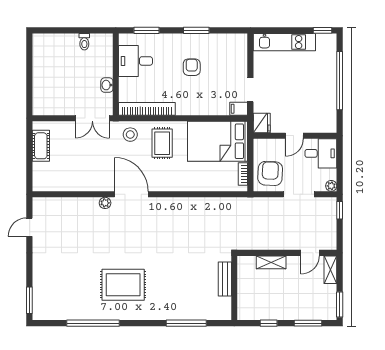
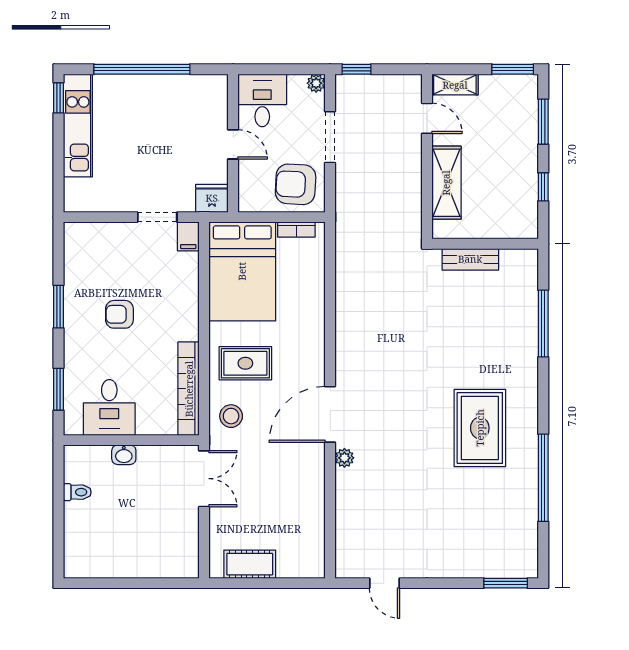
kitchen unit: (284, 42) -> (78, 126), moved
washbasin: (107, 85) -> (124, 455), moved
shelving: (271, 262) -> (446, 183), width x1.50, depth x1.33

